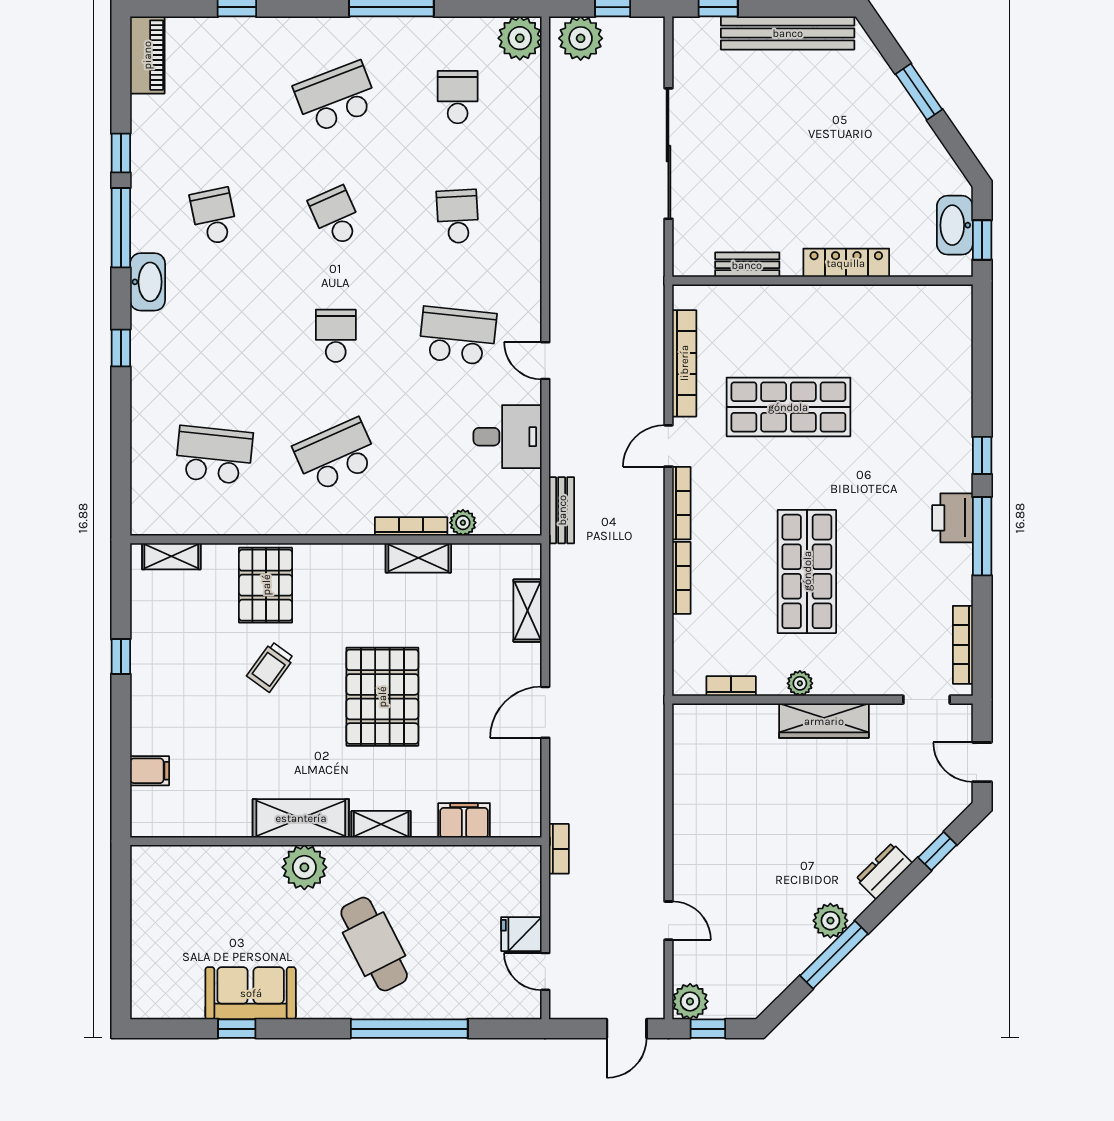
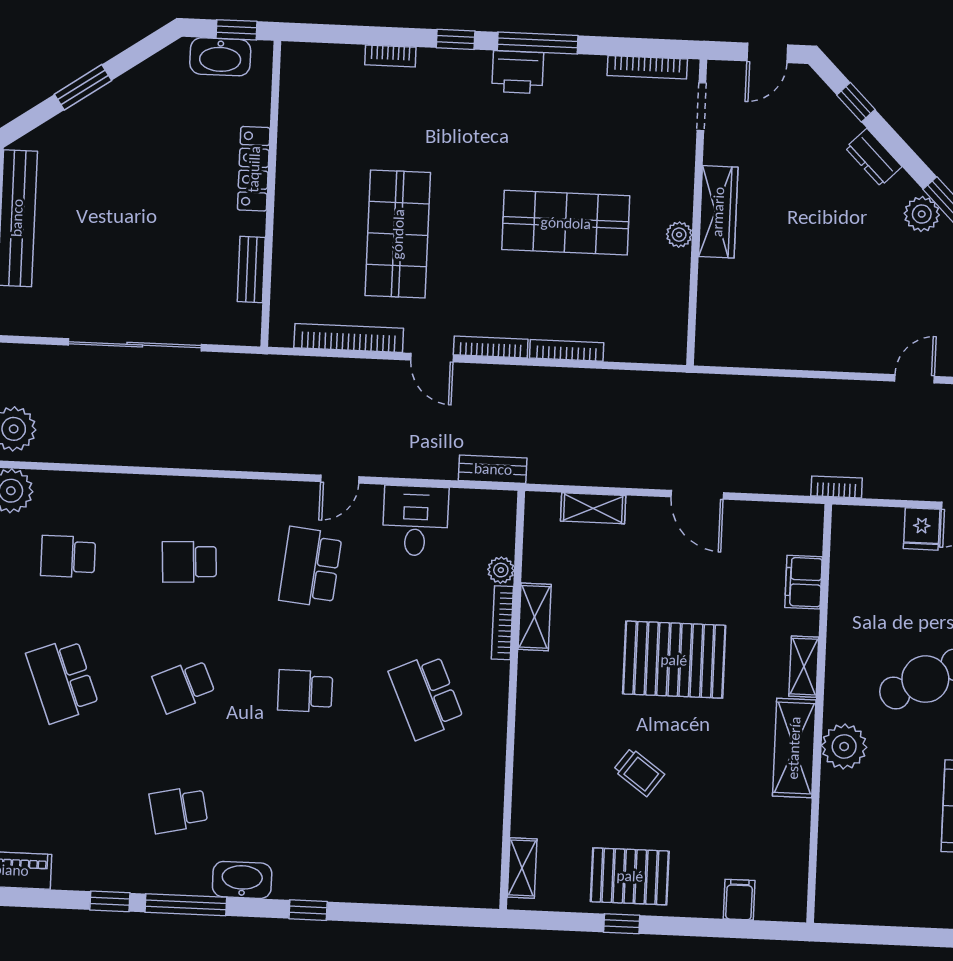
school desk: (214, 455) -> (421, 820), removed
pallet: (266, 585) -> (630, 876), moved
bookcase: (731, 686) -> (390, 56), moved, turned -90

